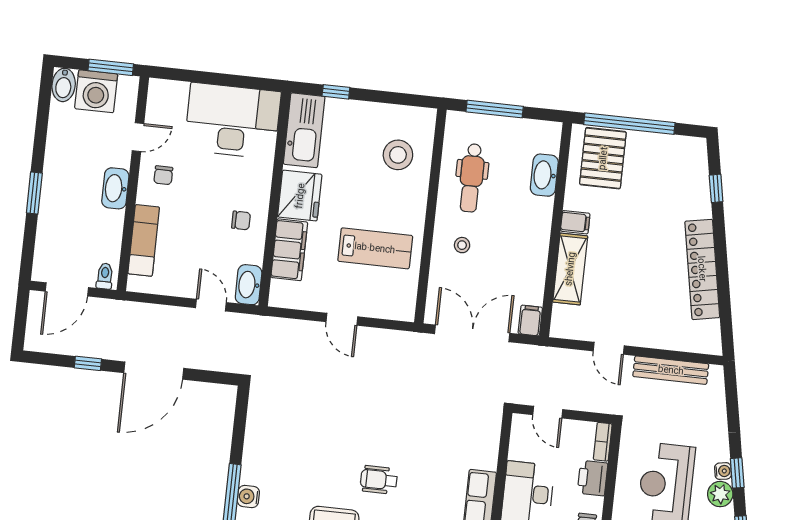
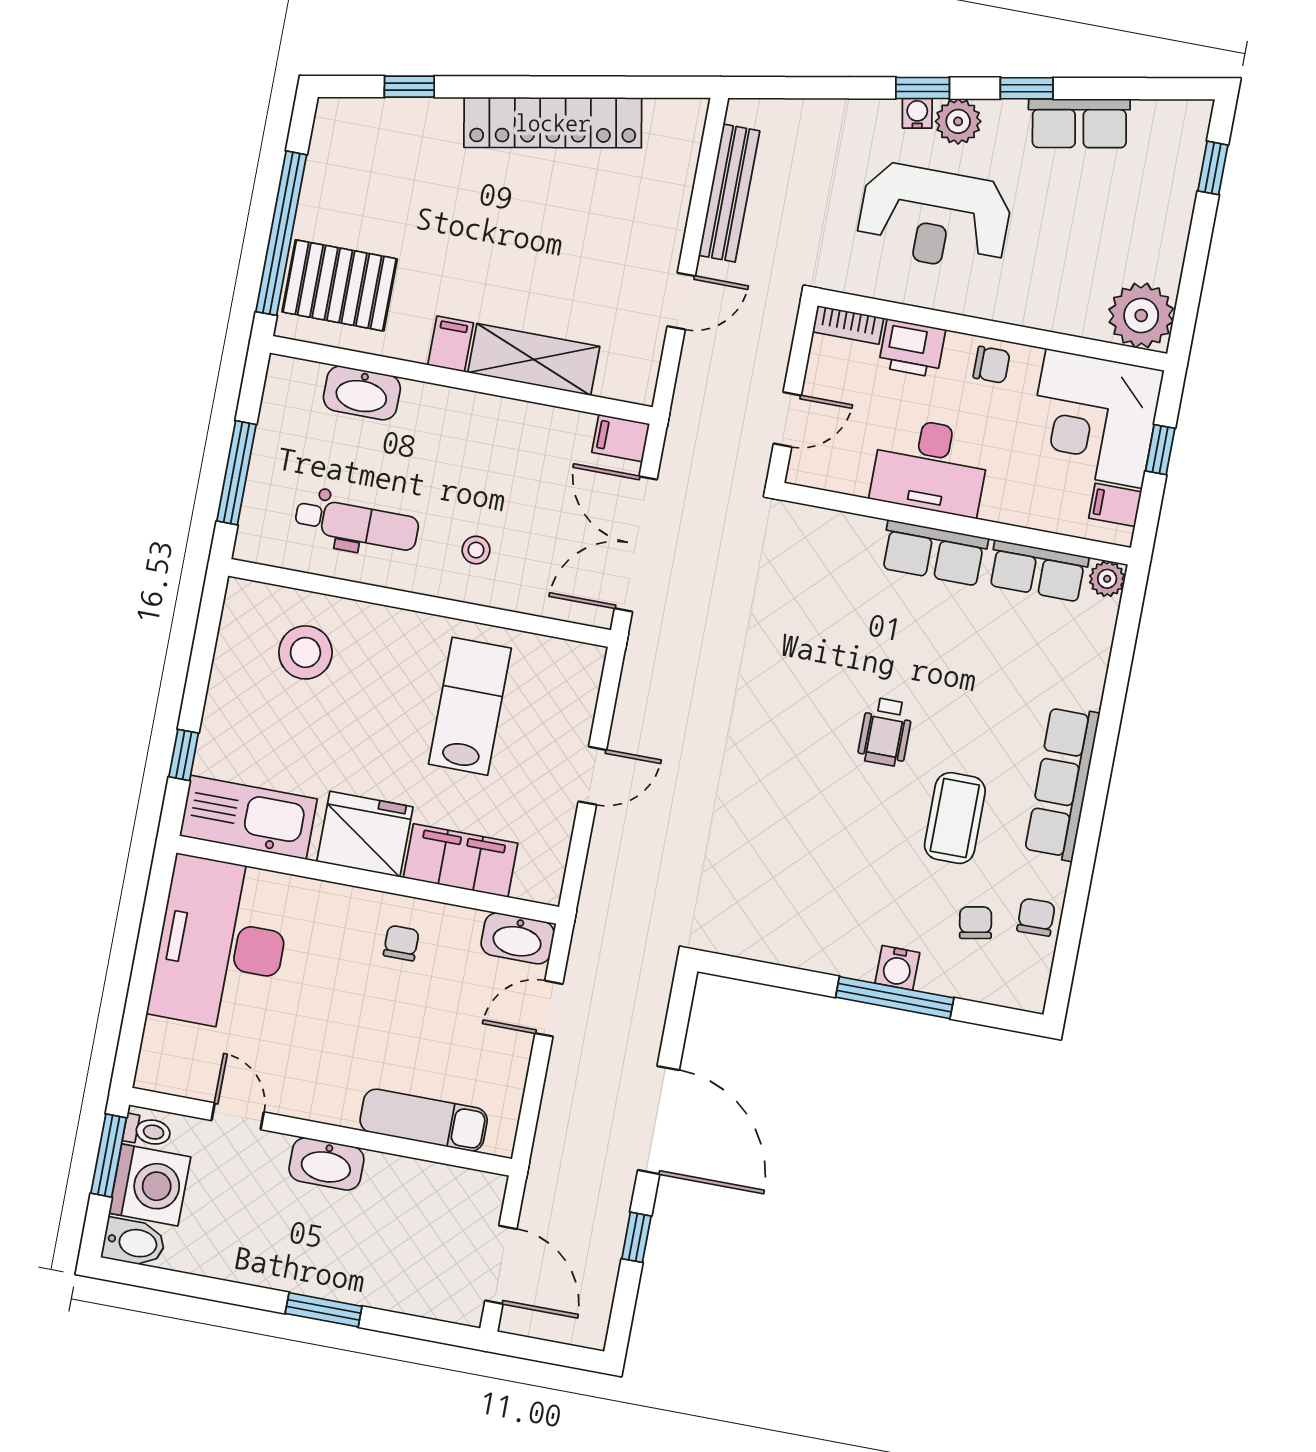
chair: (163, 175) -> (310, 1076), removed
toilet: (105, 276) -> (147, 1131), moved, turned 180

